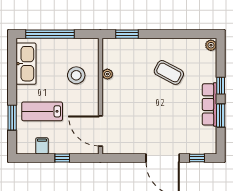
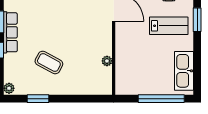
window: (127, 34) -> (38, 99), moved
stool: (76, 75) -> (136, 60), removed

